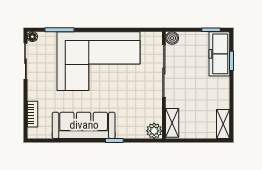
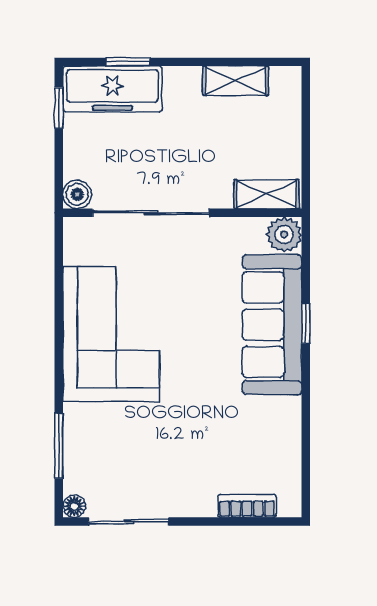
corner sofa: (99, 61) -> (111, 334), width x0.73, depth x0.74
shelving: (223, 124) -> (236, 81), moved
sofa: (84, 125) -> (272, 325), moved

